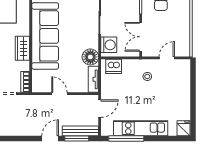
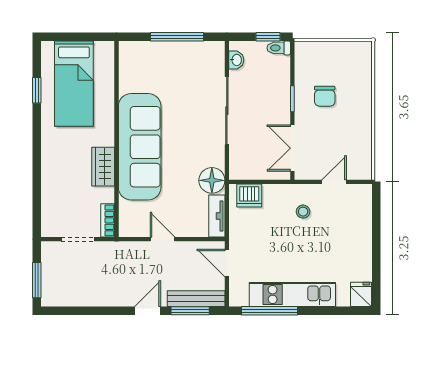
washing machine: (109, 45) -> (242, 161), removed
door: (100, 109) -> (227, 263), swing flipped

